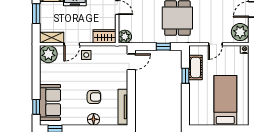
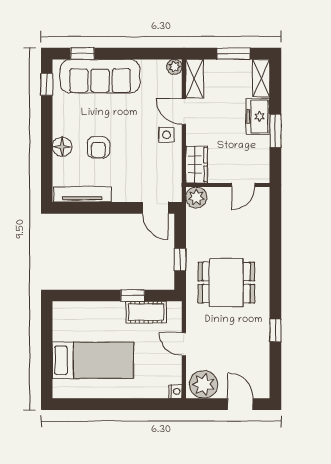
plant: (48, 54) -> (174, 67), width x0.53, depth x0.53
sofa: (50, 102) -> (100, 76), width x1.36

